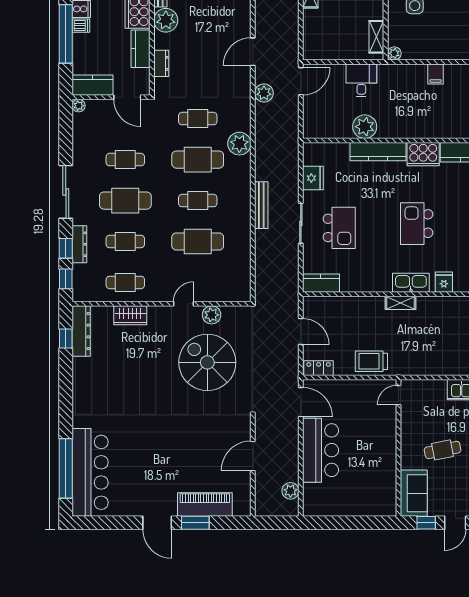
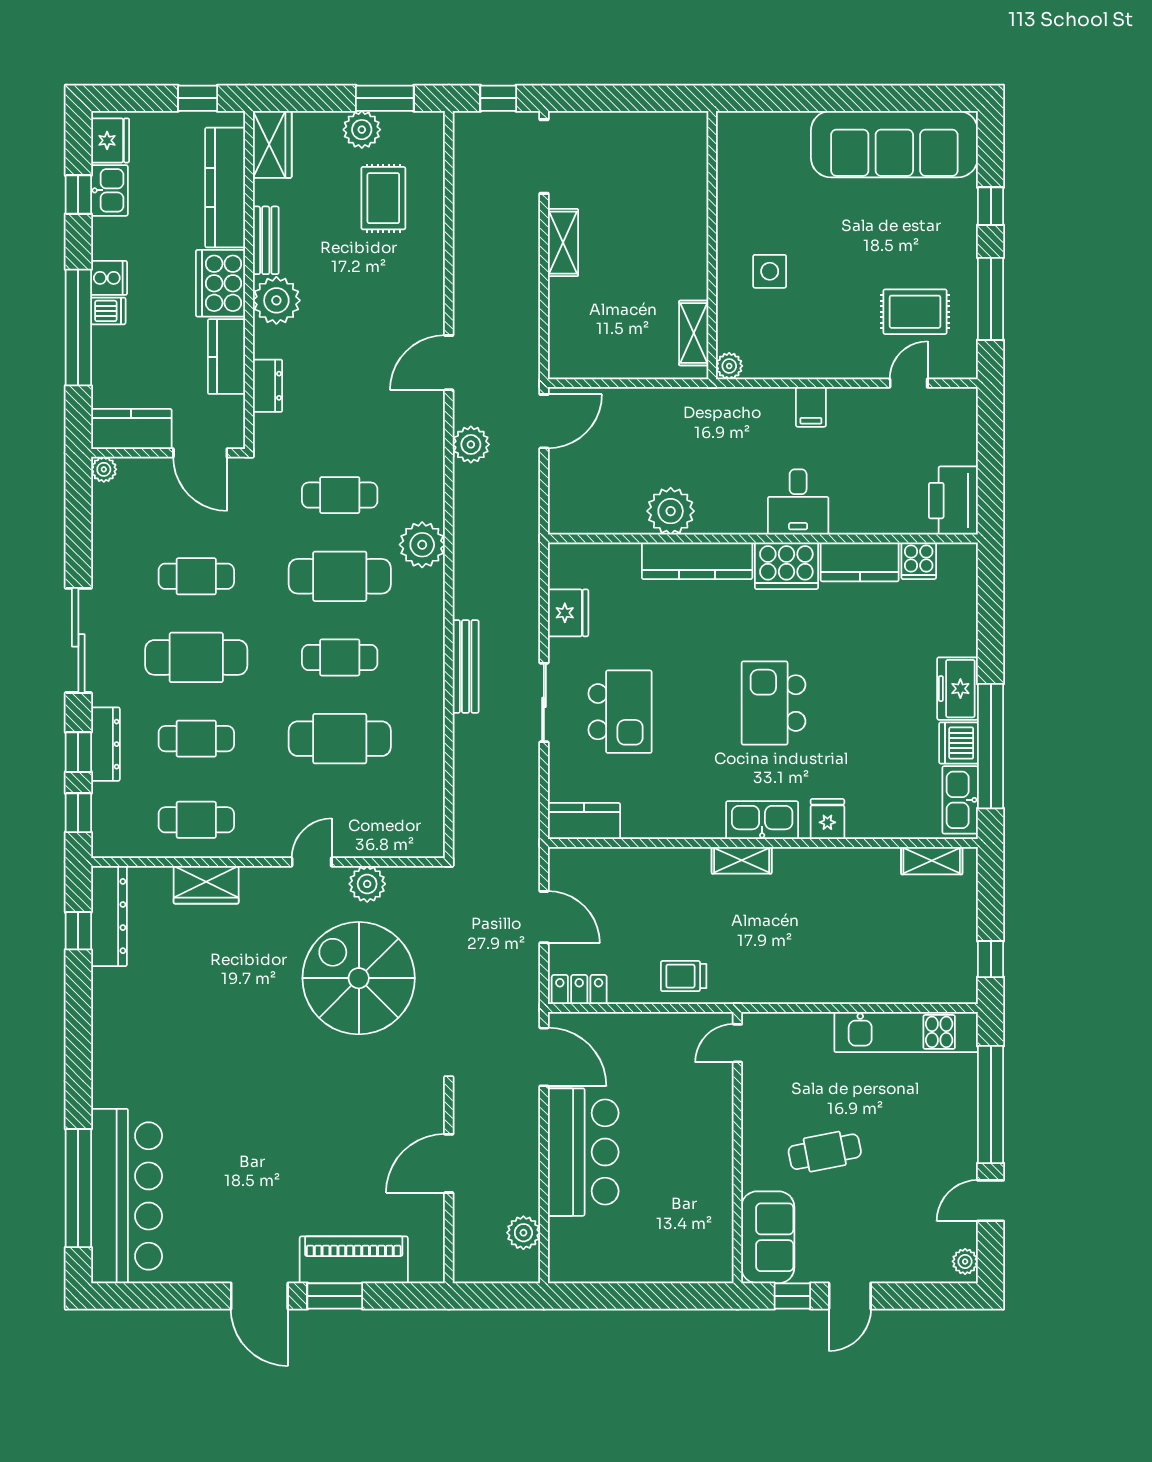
desk: (361, 80) -> (798, 502), moved, turned 180
trolley: (371, 361) -> (684, 976), width x0.73, depth x0.72

